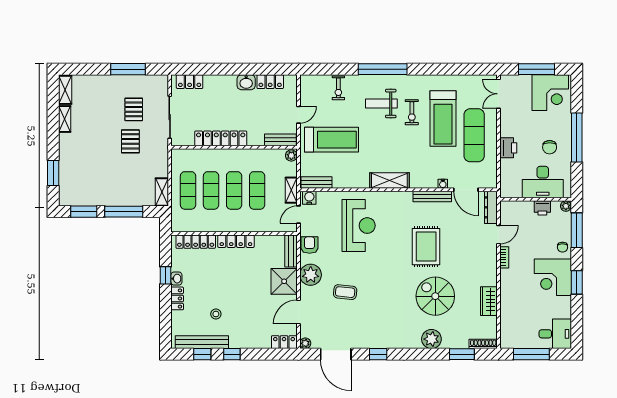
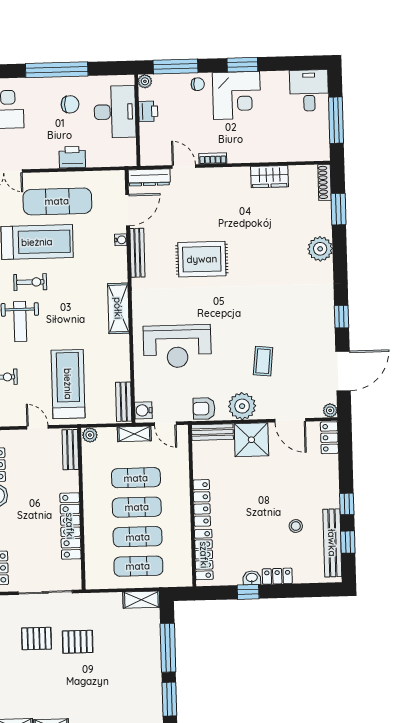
reception desk: (359, 226) -> (177, 346), turned 180
spiral stairs: (435, 296) -> (265, 245), removed

